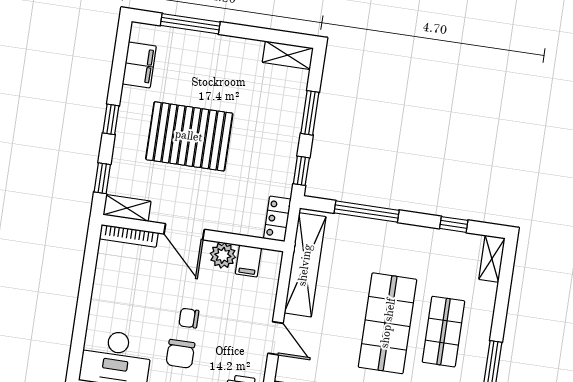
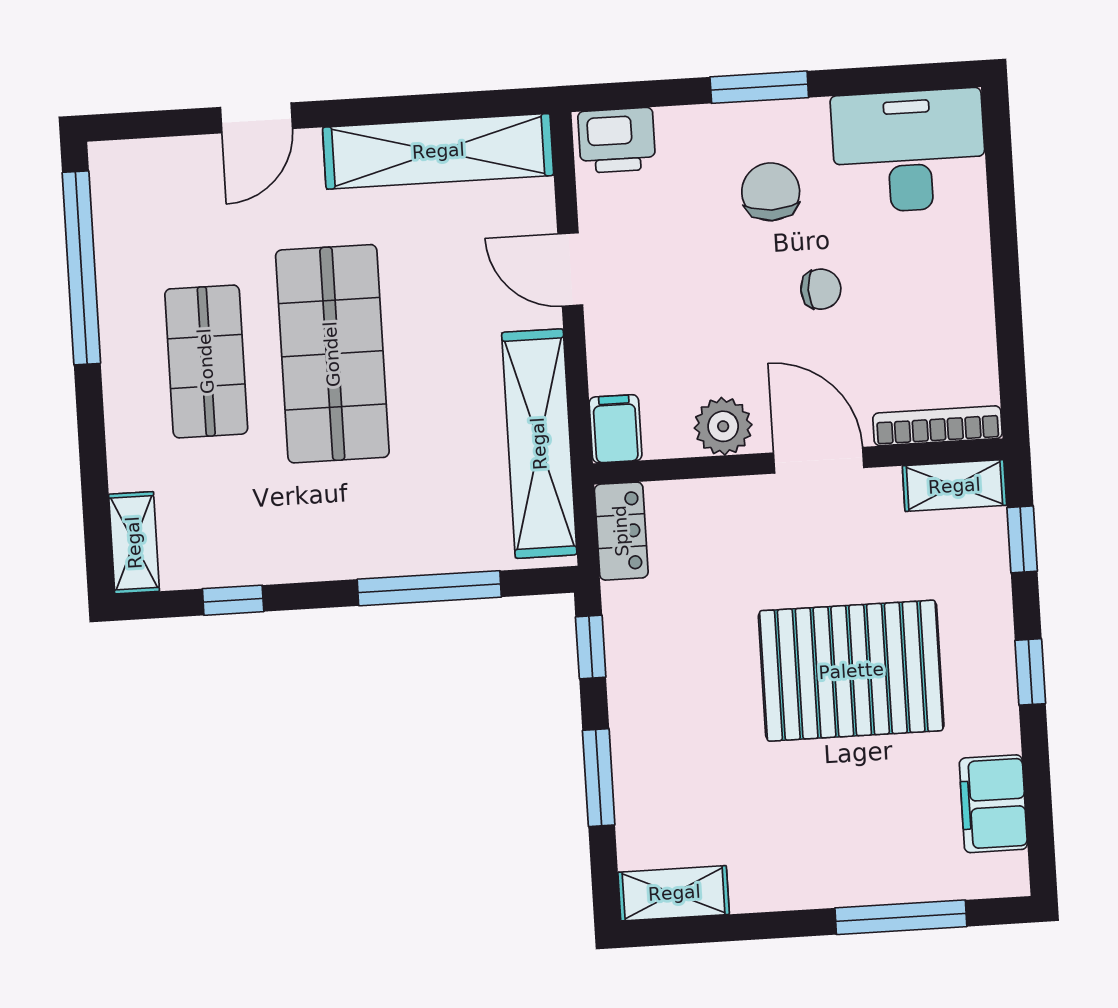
filing cabinet: (248, 261) -> (616, 429), moved
chair: (189, 318) -> (821, 289), moved

